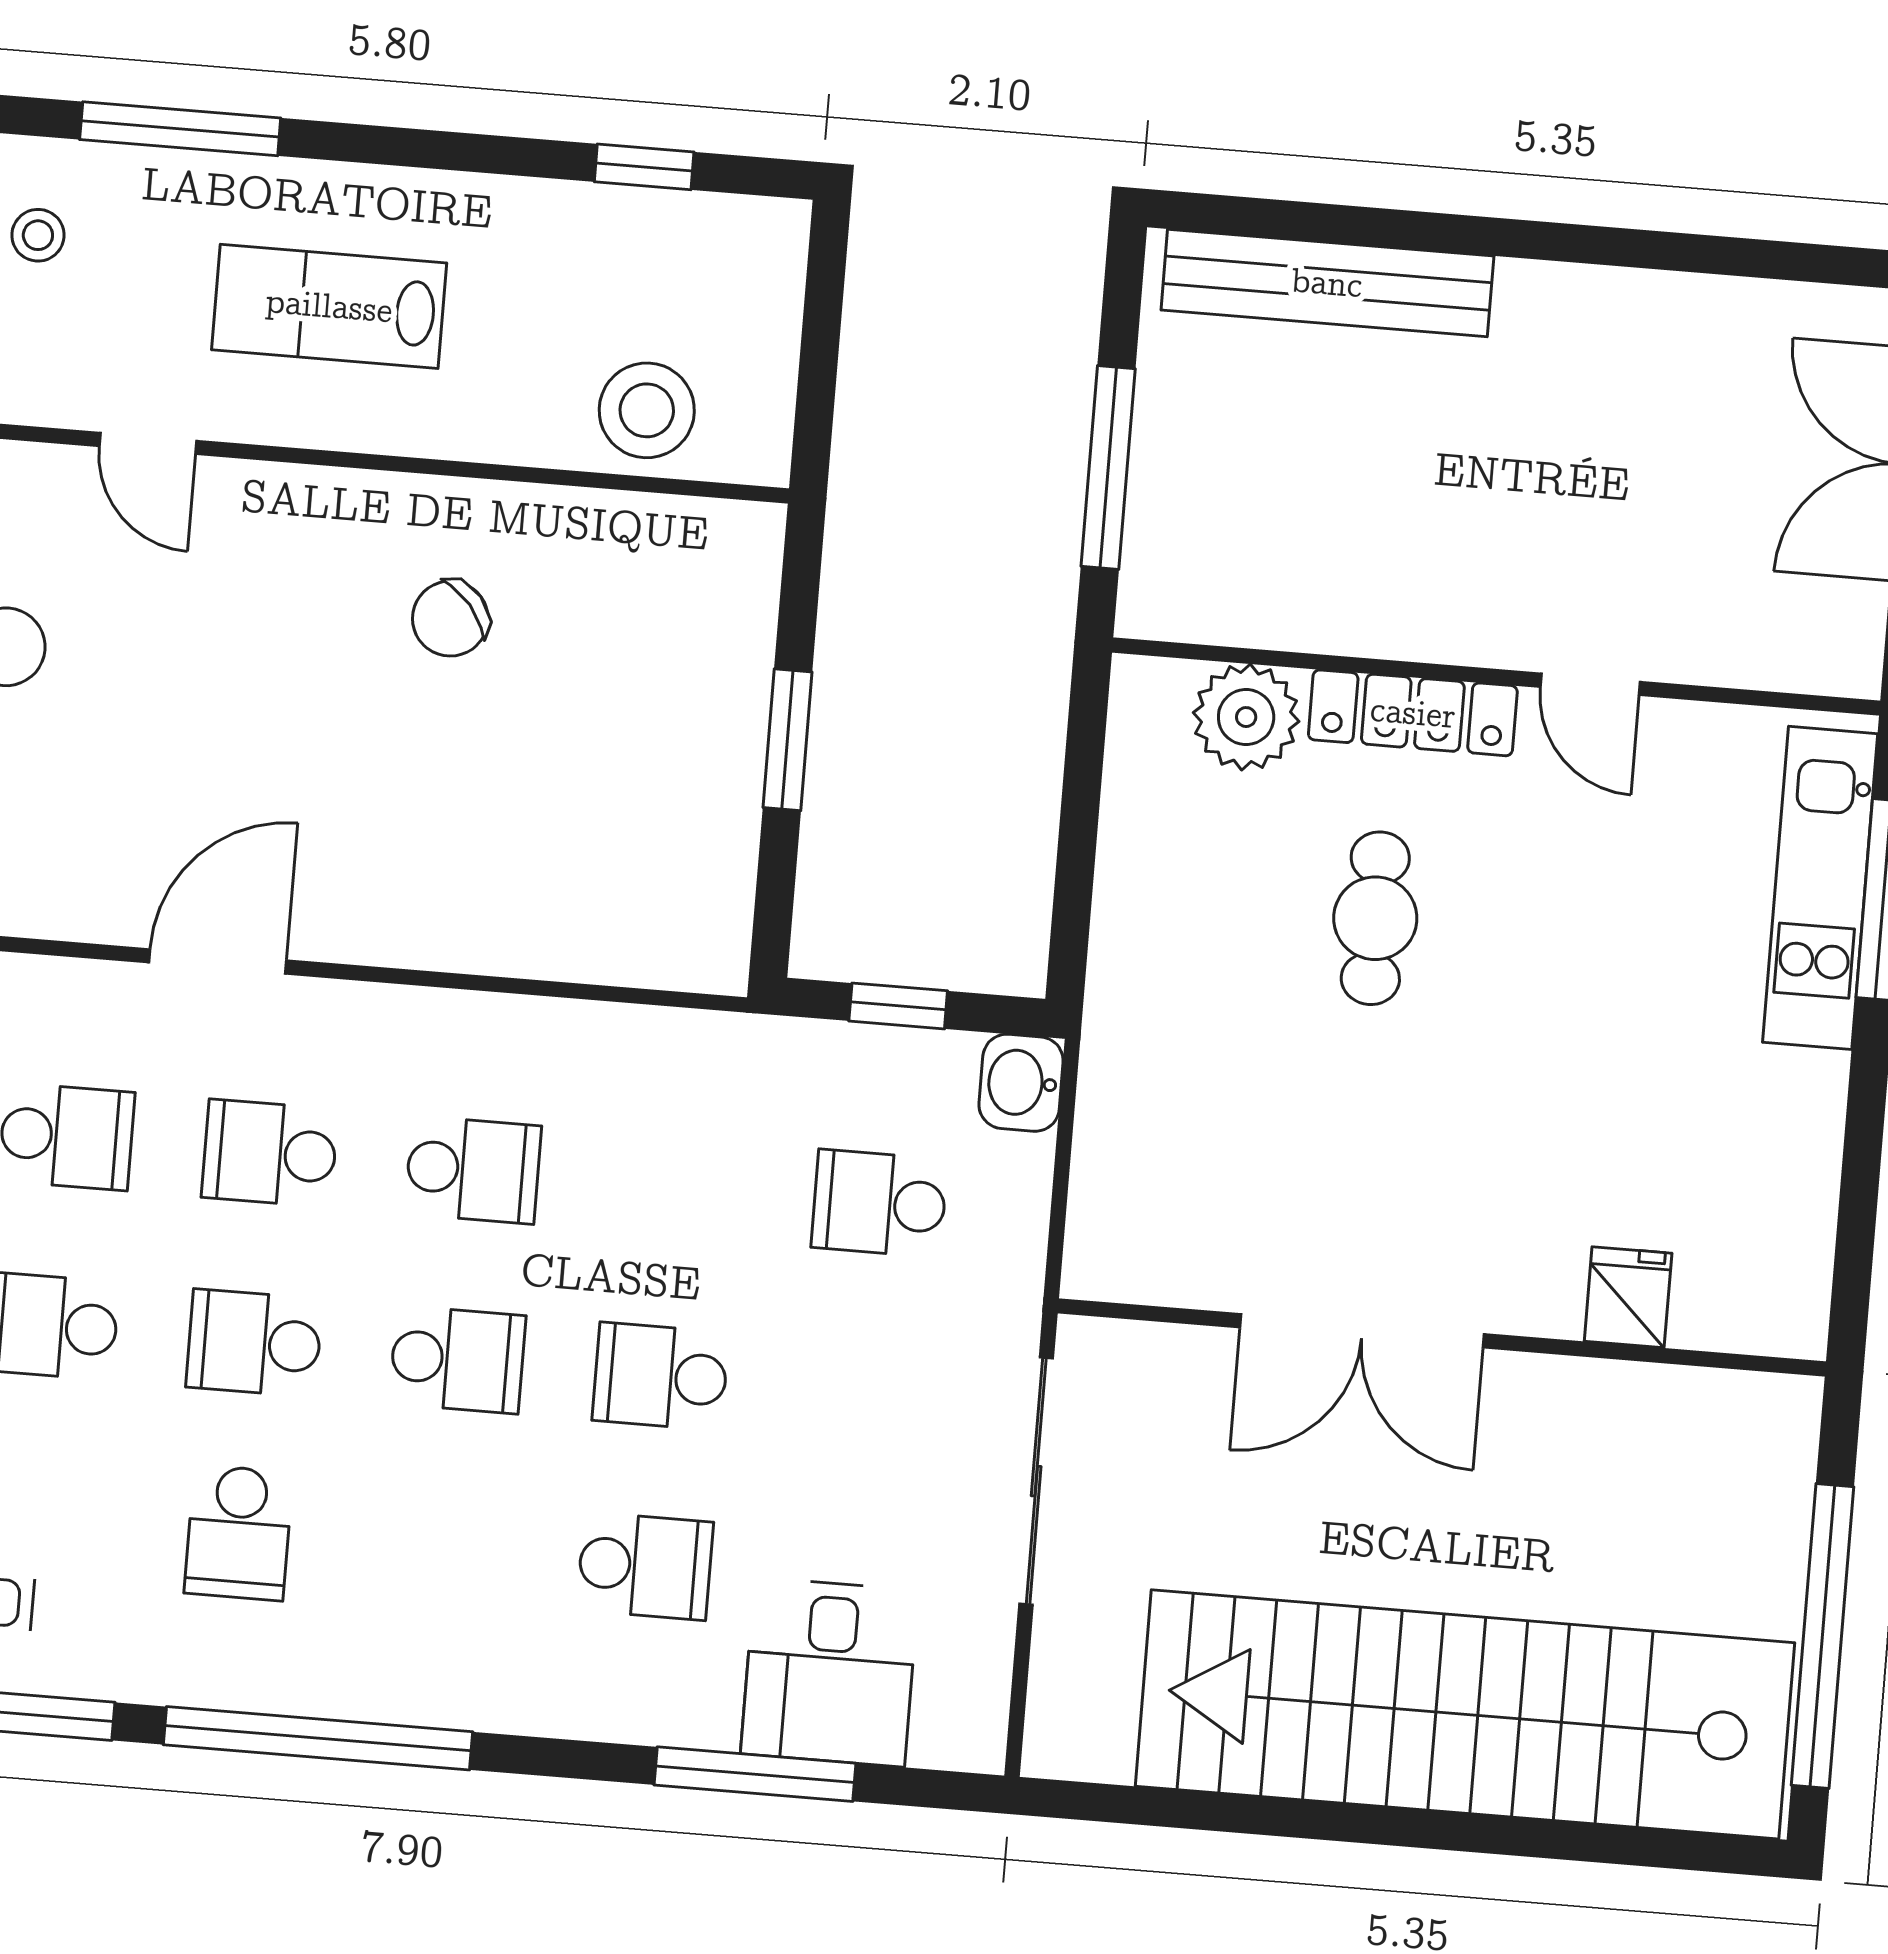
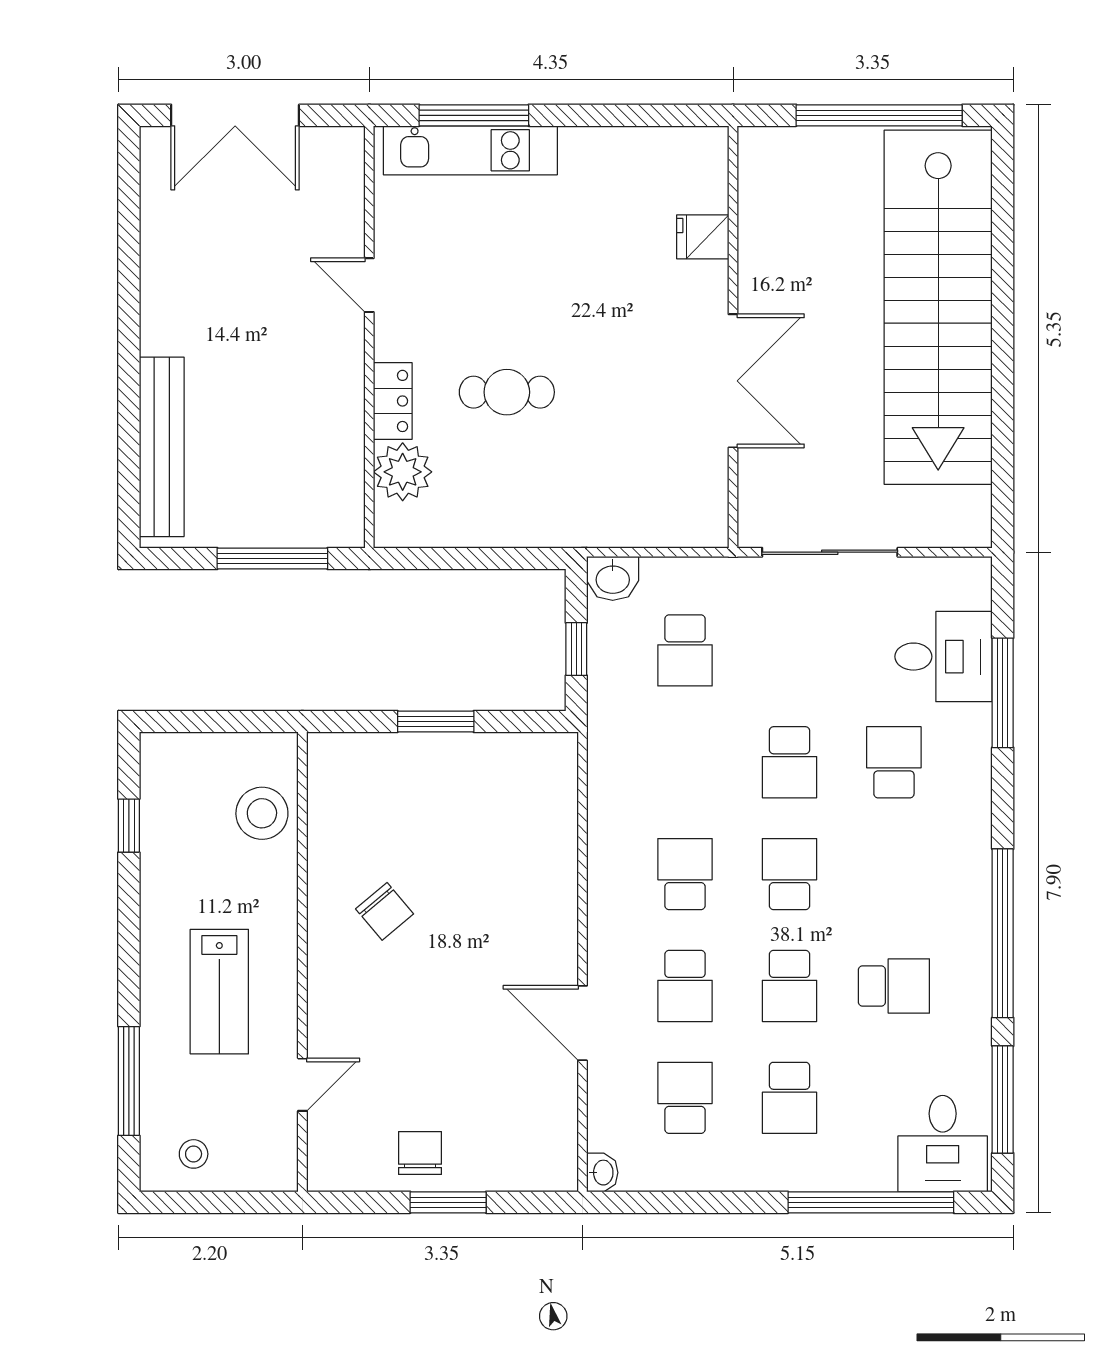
door: (1590, 684) -> (369, 285), swing flipped
locker: (1413, 713) -> (393, 401), width x0.66

